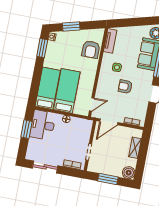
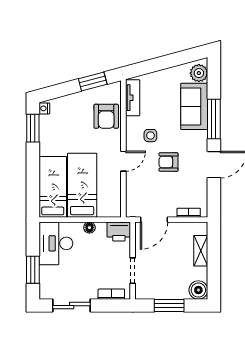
window: (71, 27) -> (93, 81), moved
door: (92, 104) -> (123, 161), moved
printer: (85, 125) -> (119, 232), added
window: (27, 129) -> (33, 270), moved

